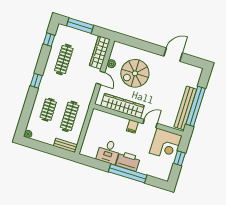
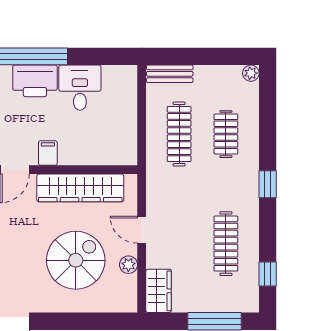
wardrobe: (100, 52) -> (159, 291), width x0.67

